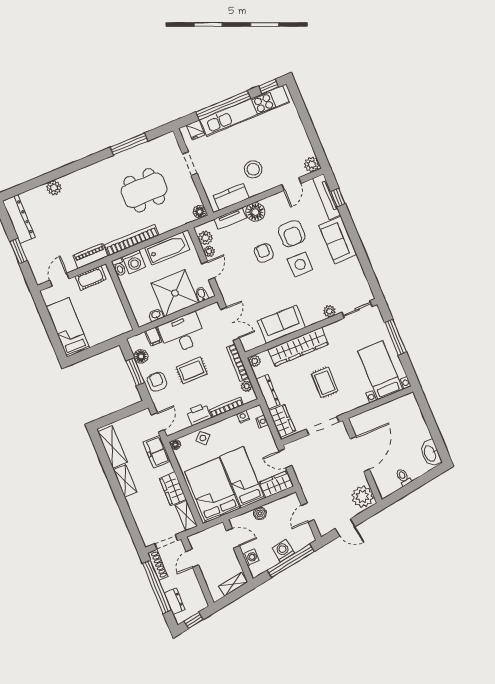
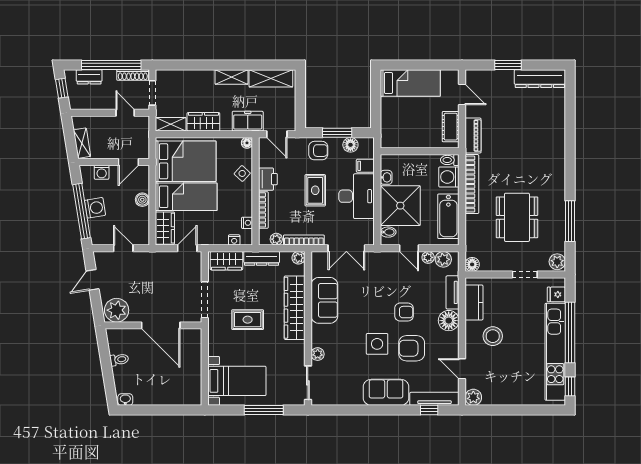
plant: (54, 188) -> (557, 262), moved
washbasin: (430, 453) -> (125, 400), width x0.52, depth x0.69

